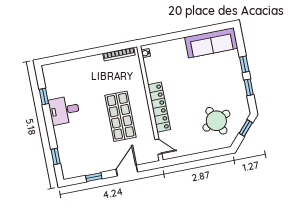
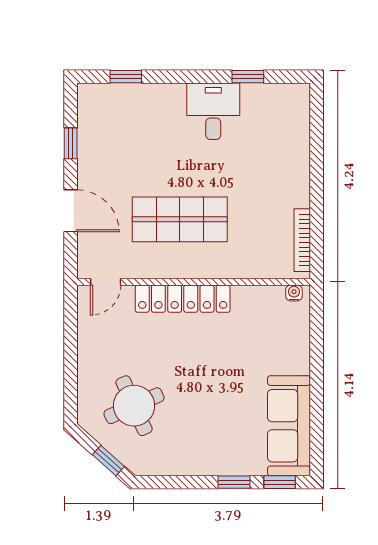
window: (249, 87) -> (280, 482), moved

